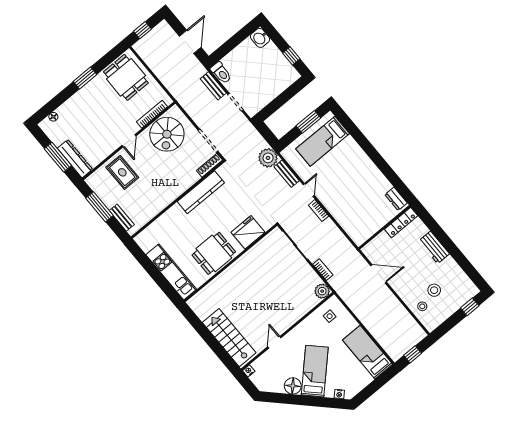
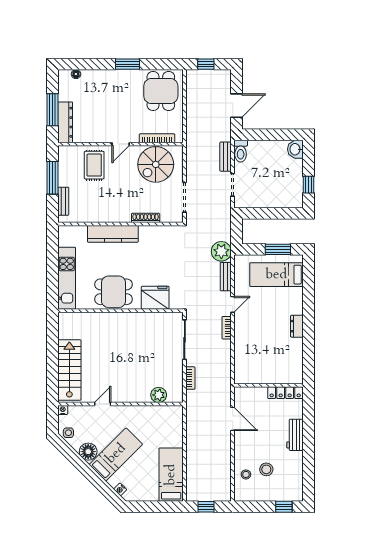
shoe rack: (209, 165) -> (146, 218), moved
kitchen counter: (201, 192) -> (113, 234), moved
dresser: (396, 199) -> (297, 326), moved
plant: (322, 291) -> (159, 395), moved
side table: (330, 316) -> (68, 433), moved

